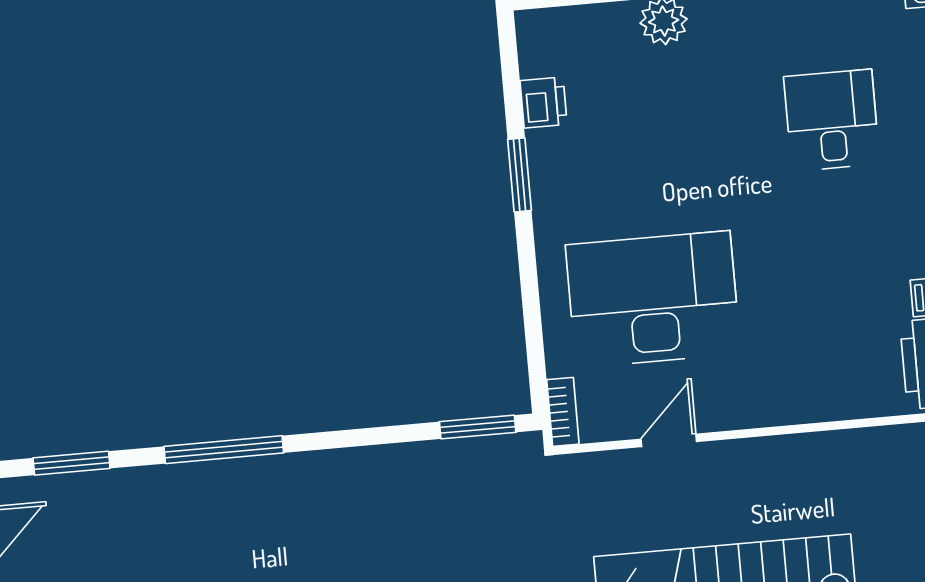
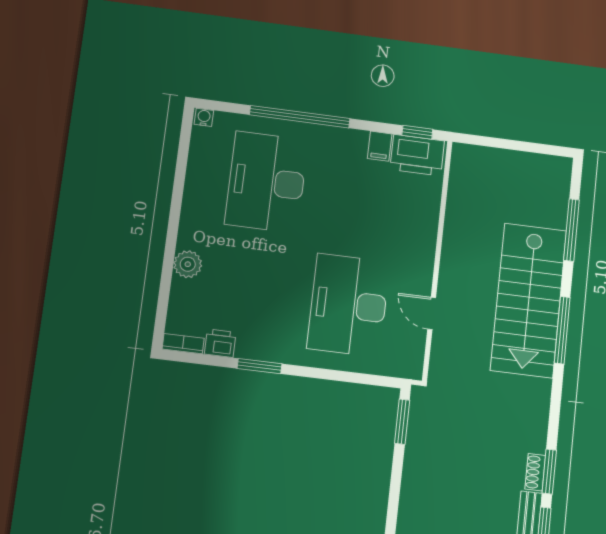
desk: (832, 120) -> (266, 182), width x1.87, depth x1.30
bookcase: (563, 412) -> (183, 344), moved

